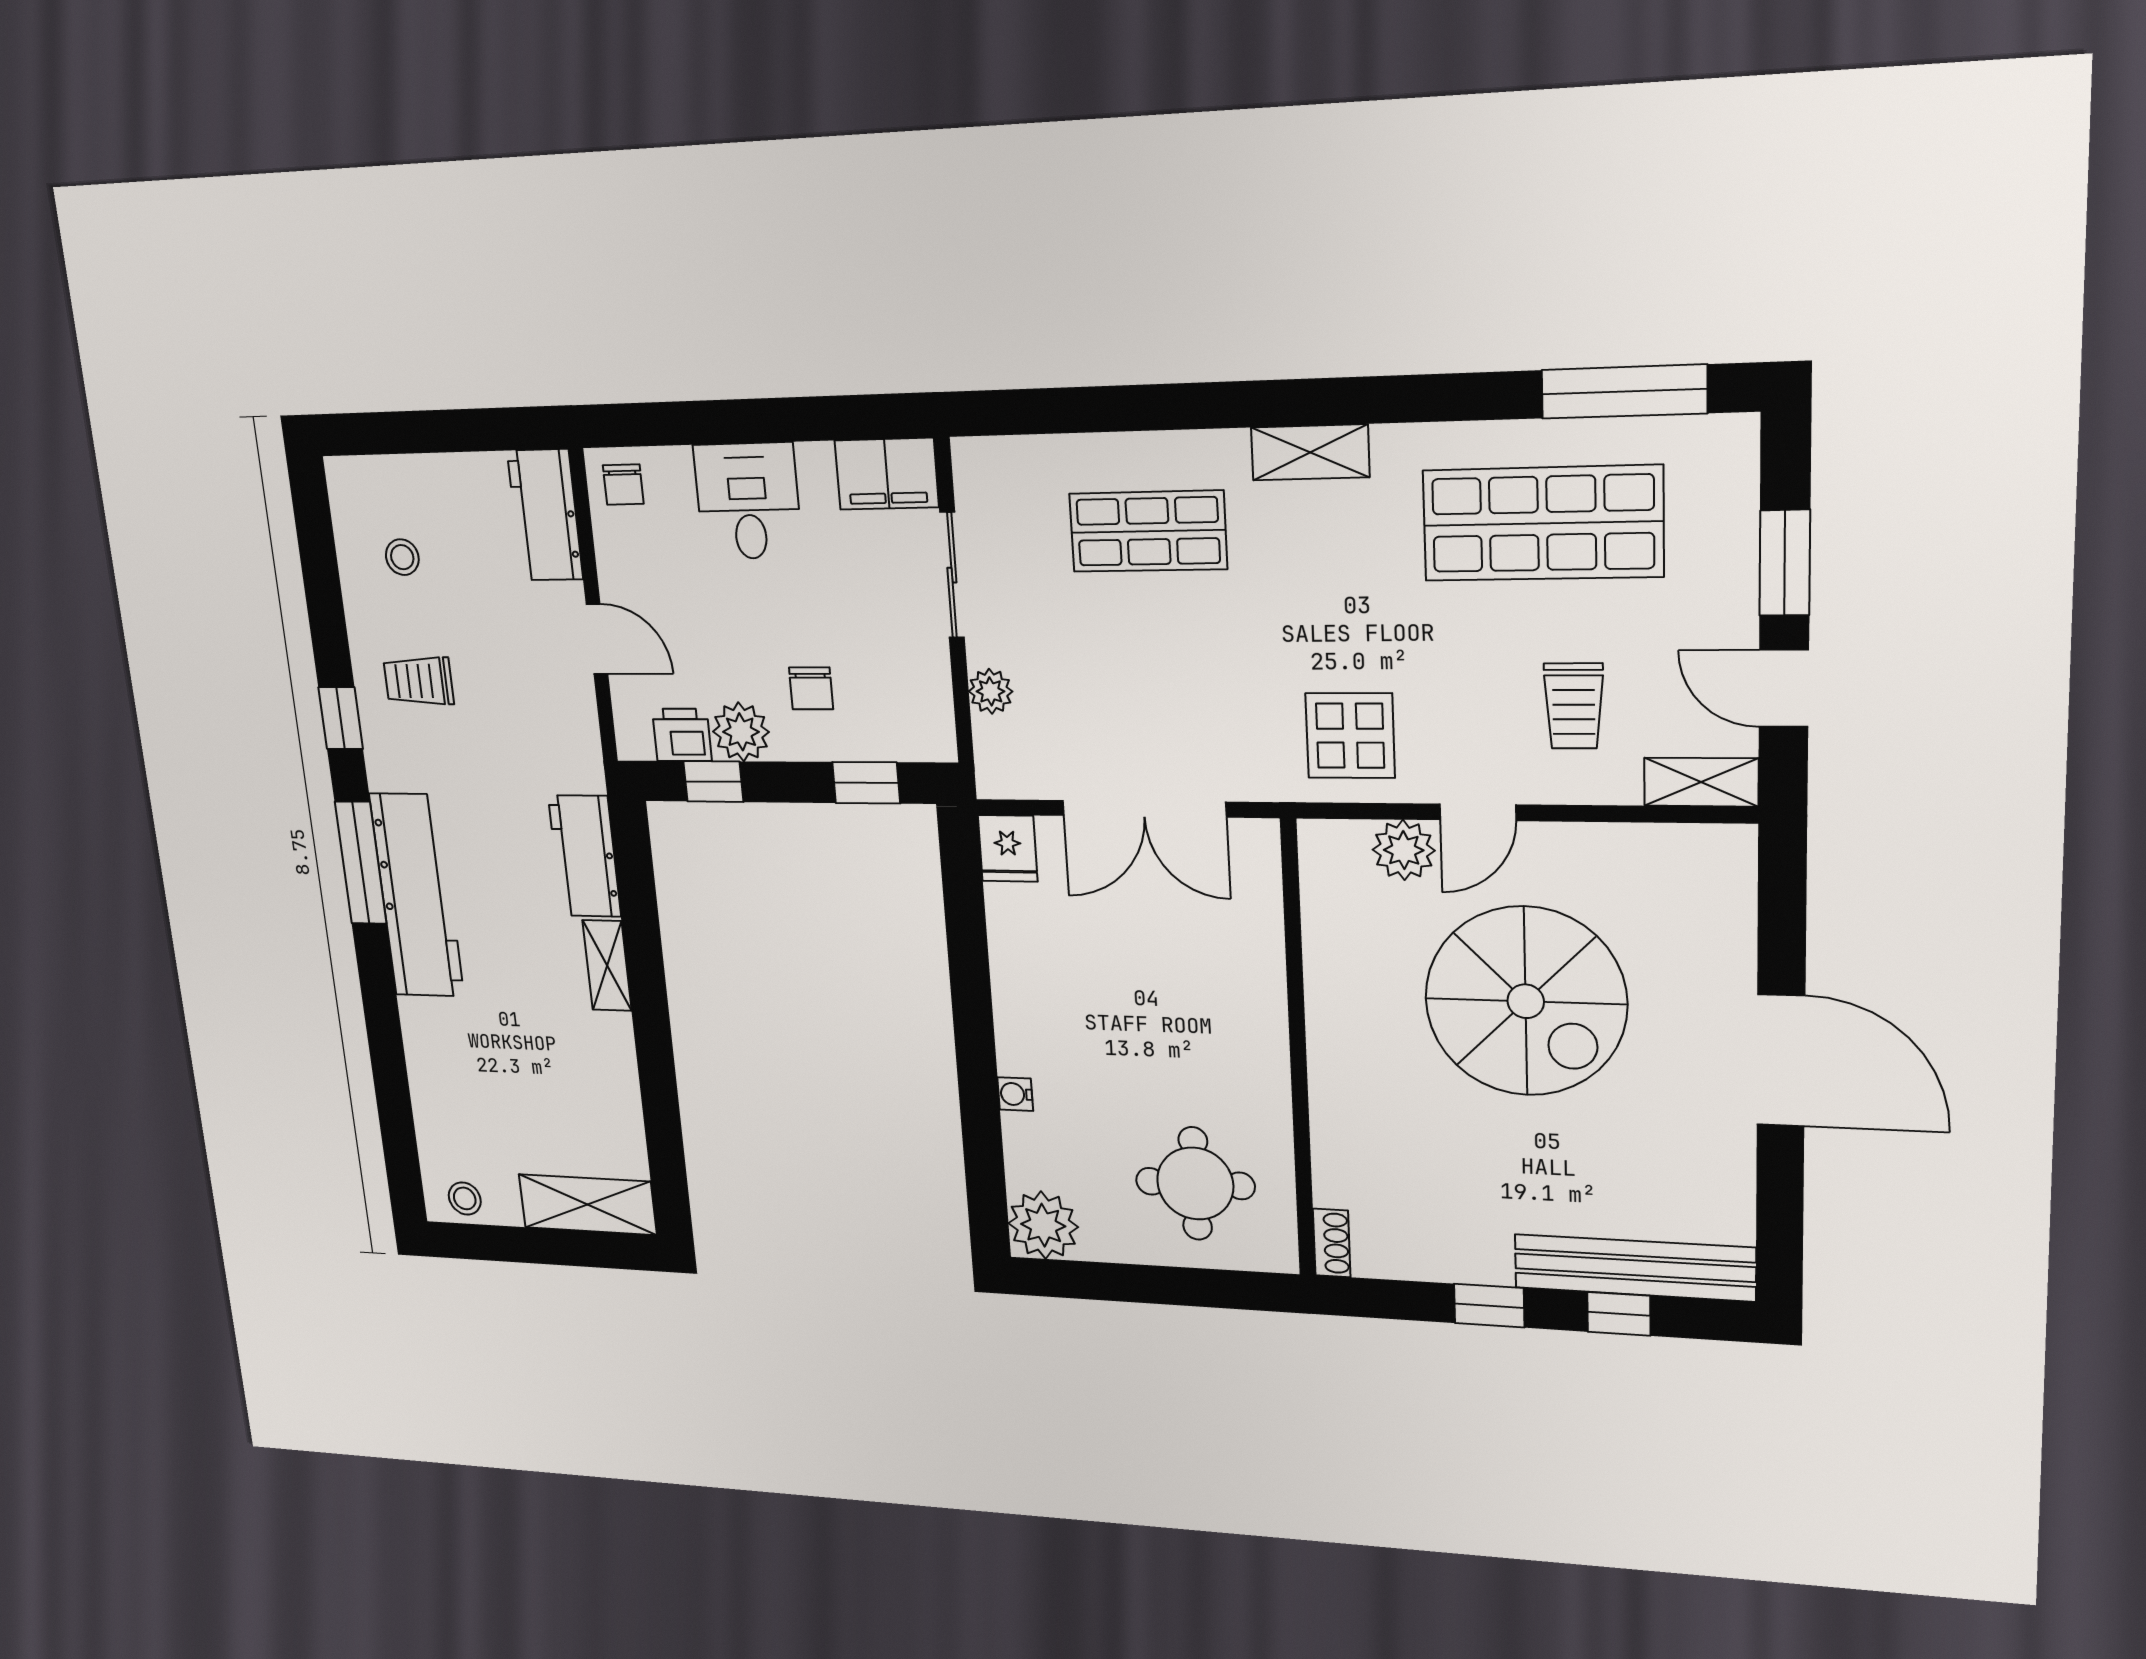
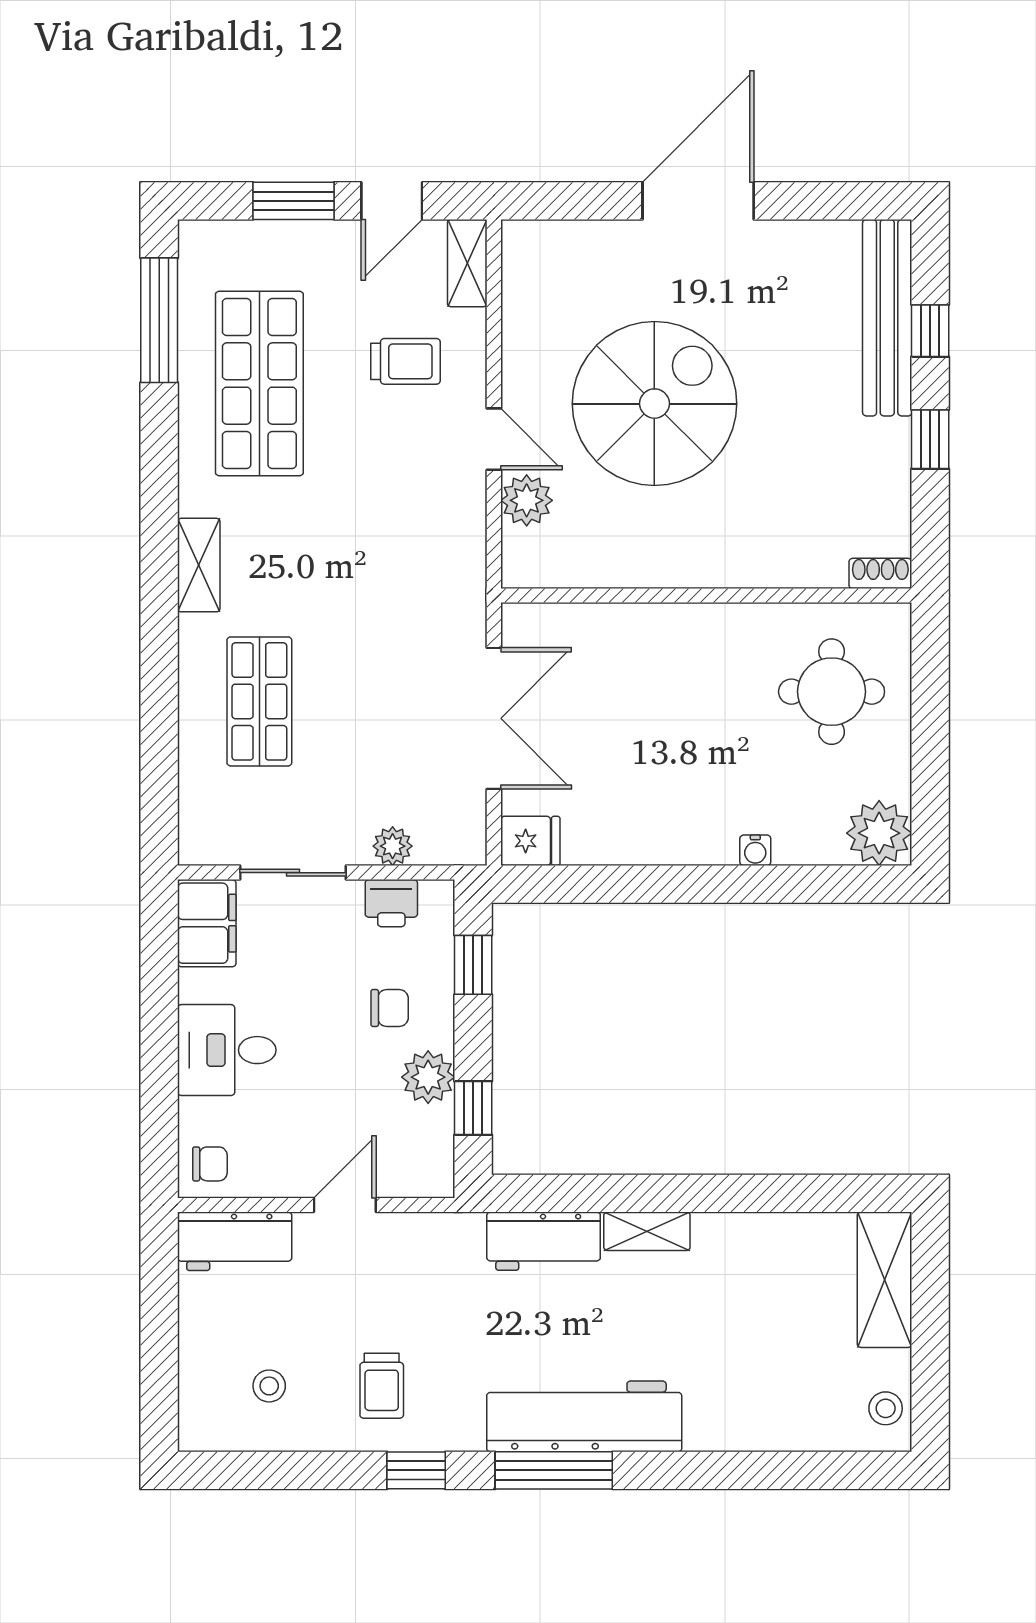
printer: (682, 735) -> (391, 903), moved, turned -90
display table: (1350, 736) -> (430, 541), removed

